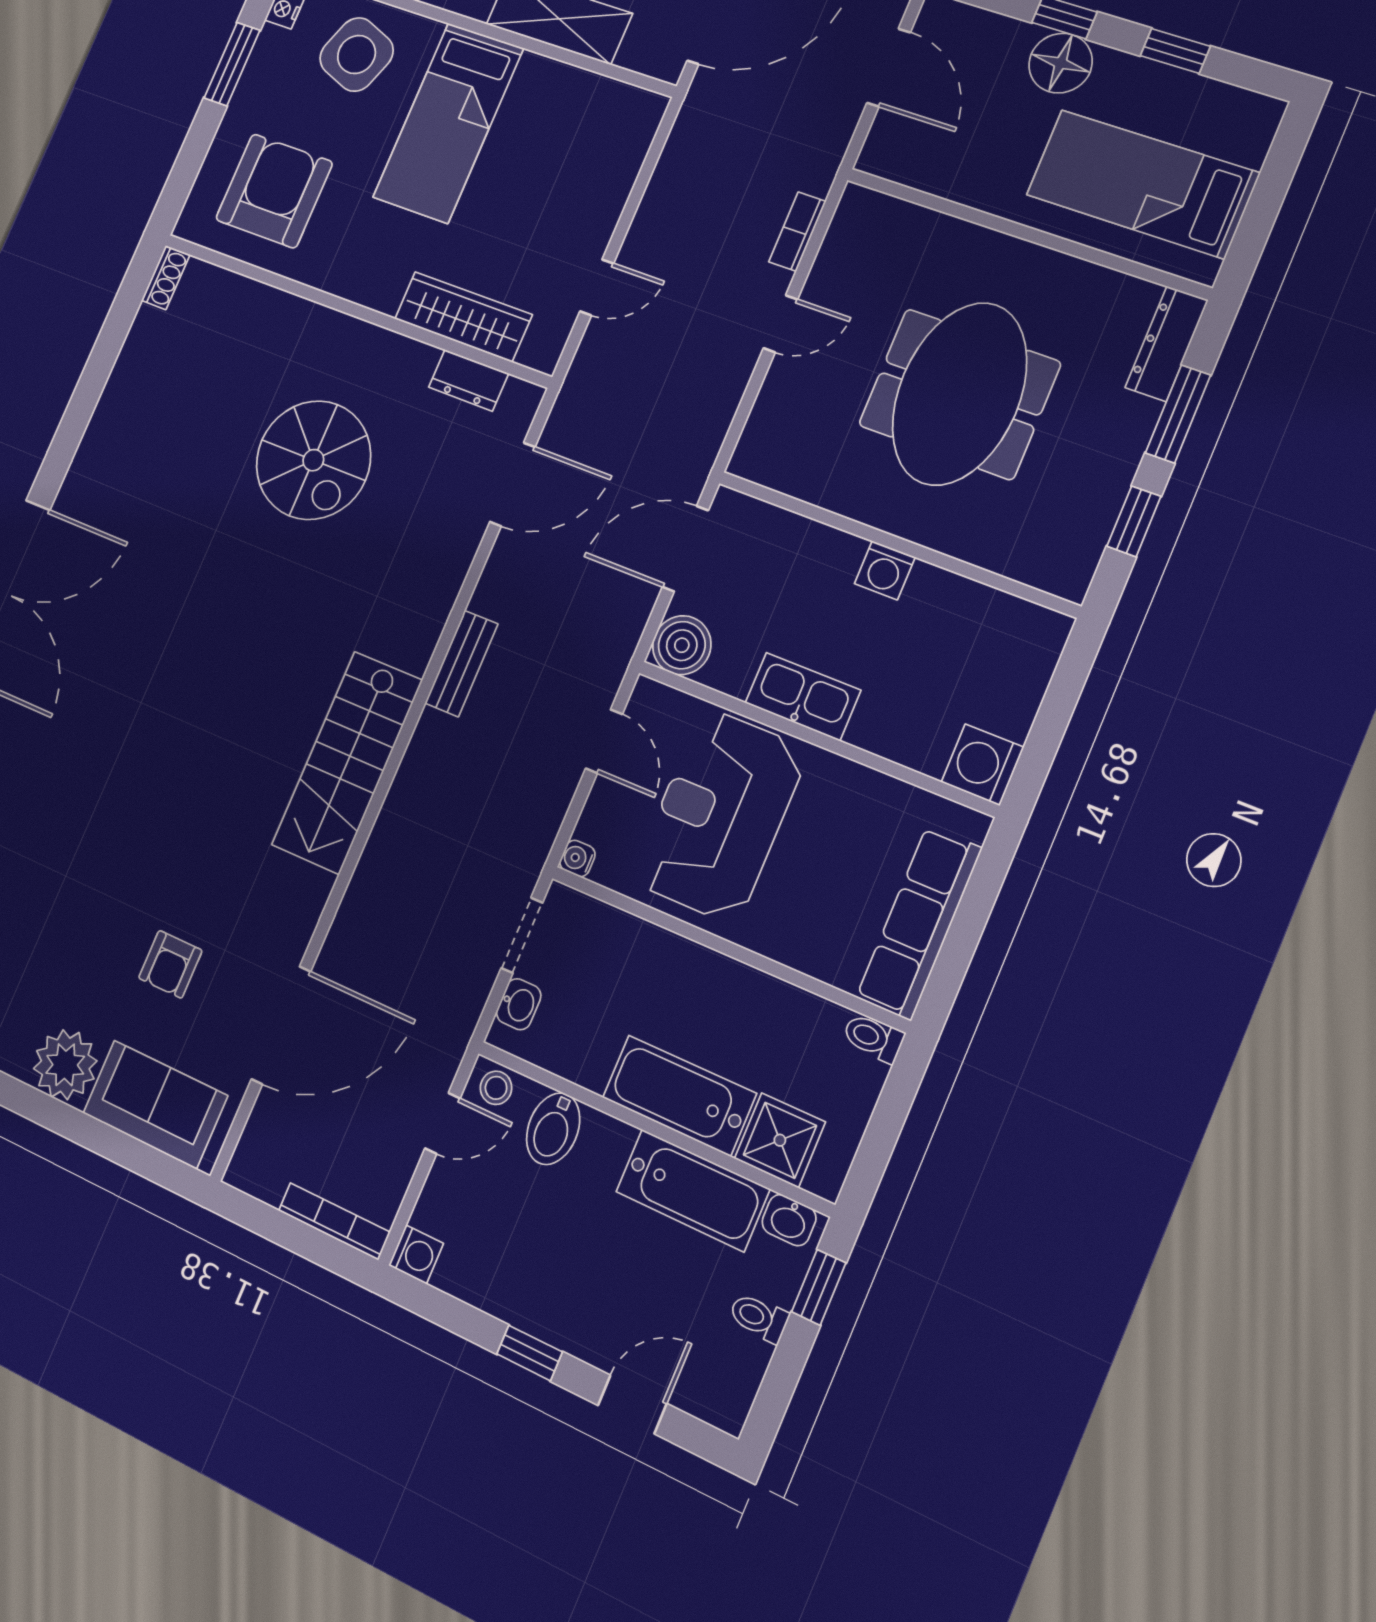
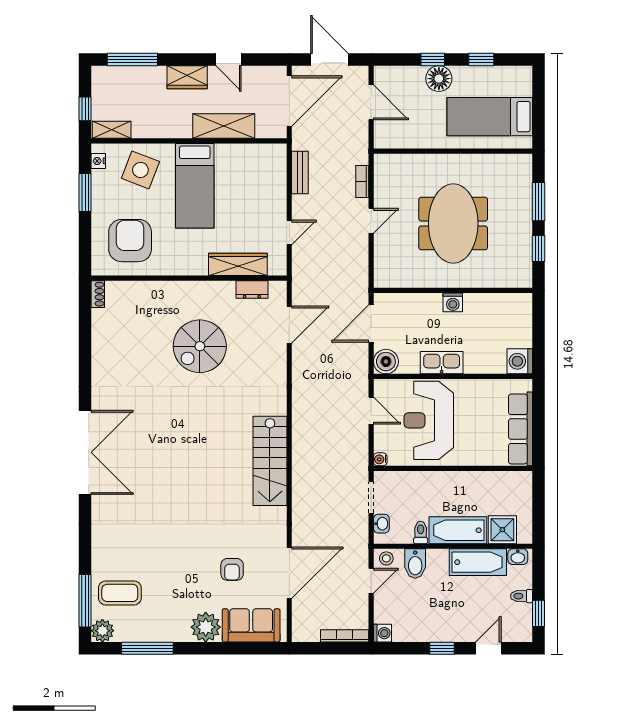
dresser: (1167, 344) -> (524, 176), removed
spiral stairs: (313, 460) -> (200, 346), turned 90
bench: (461, 664) -> (300, 172), moved
toilet: (873, 1038) -> (421, 532), moved, turned 90
window: (819, 1287) -> (539, 613), moved

